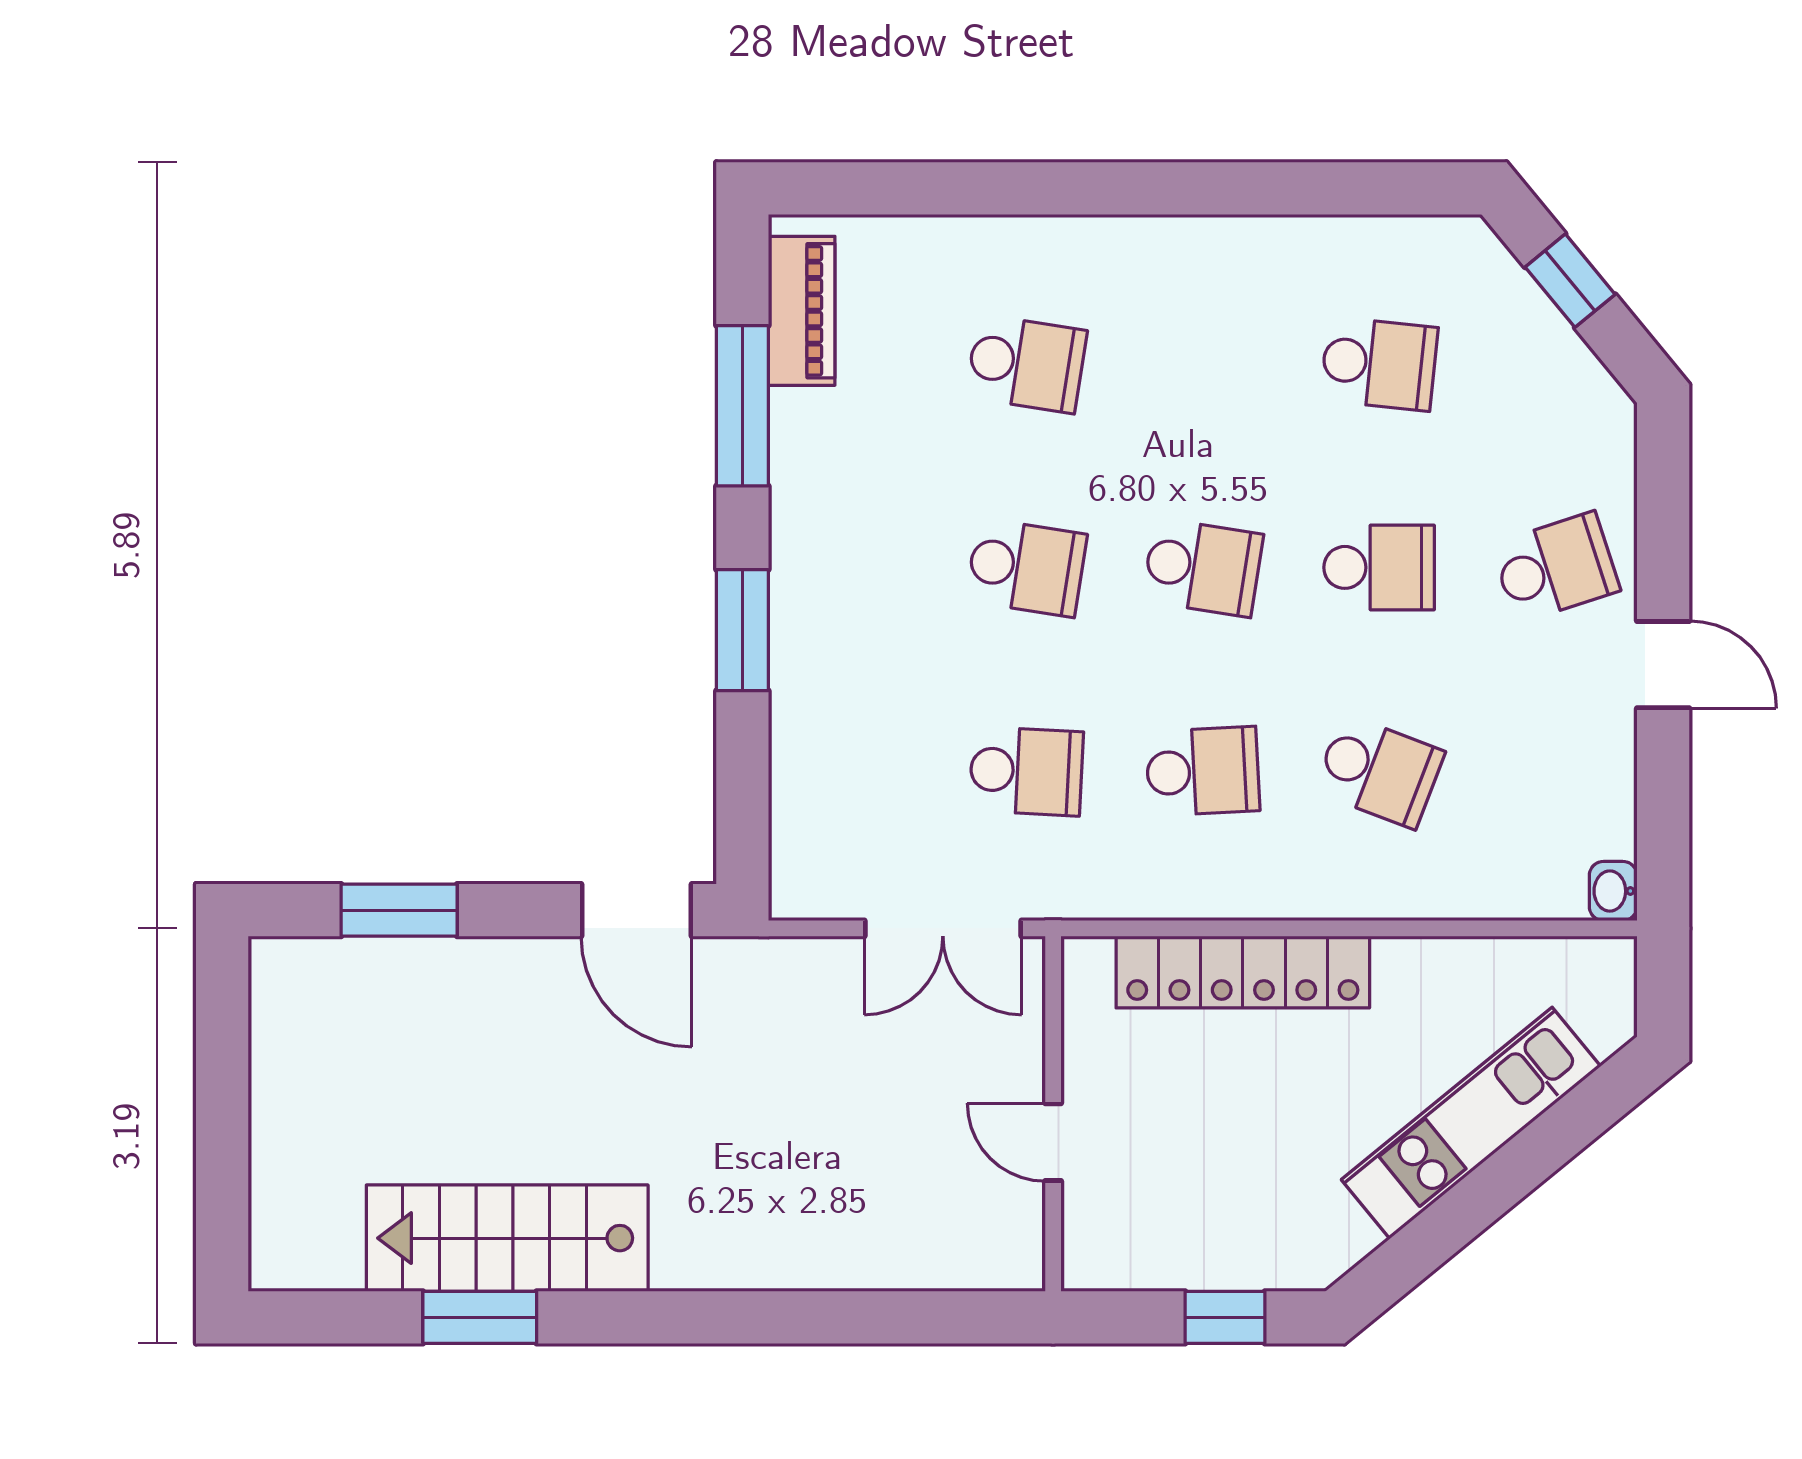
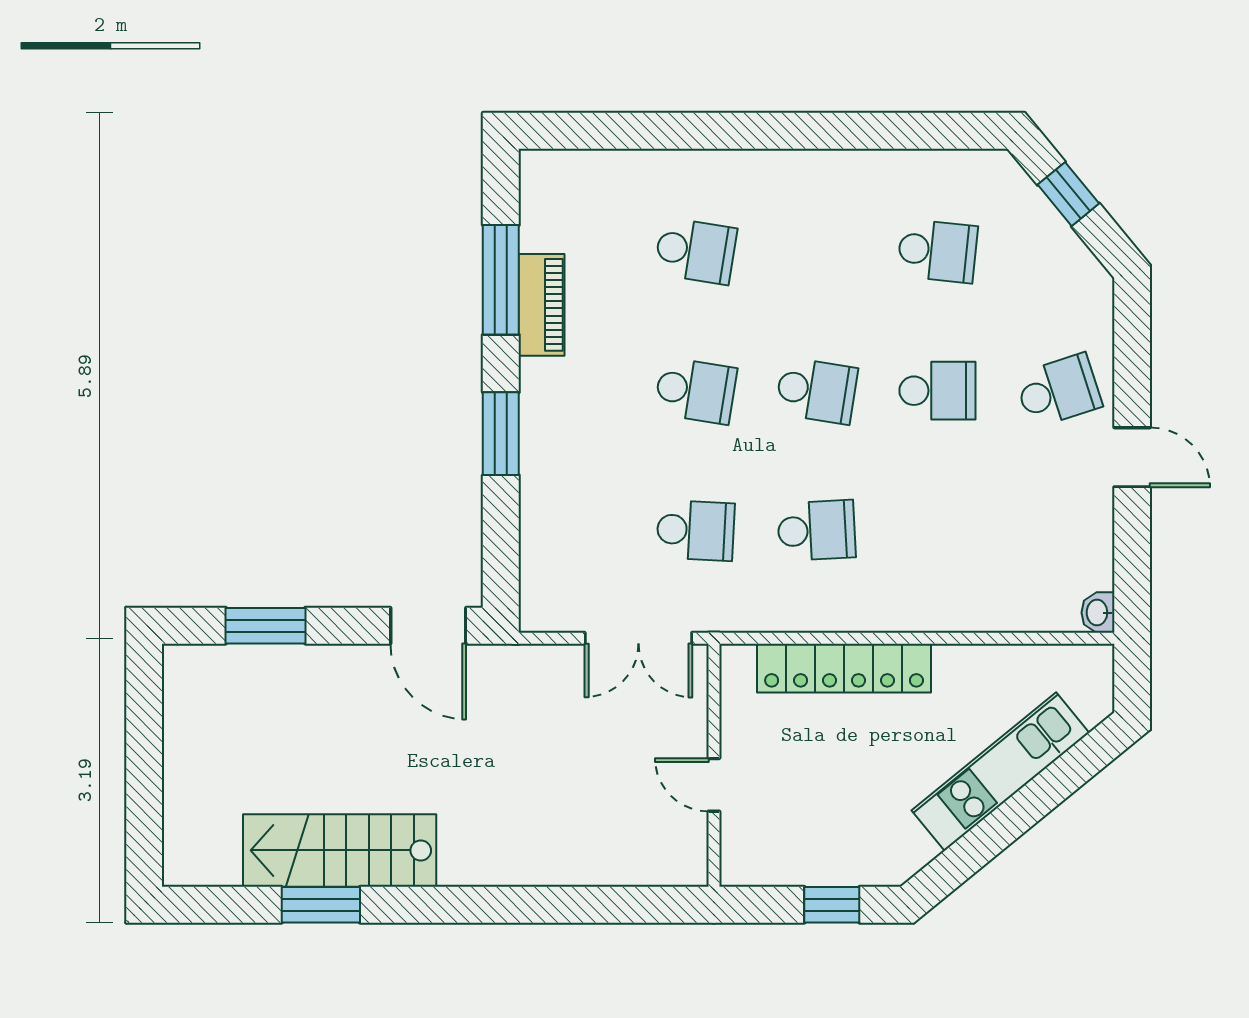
piano: (802, 311) -> (542, 305), moved
school desk: (1379, 771) -> (937, 530), removed

